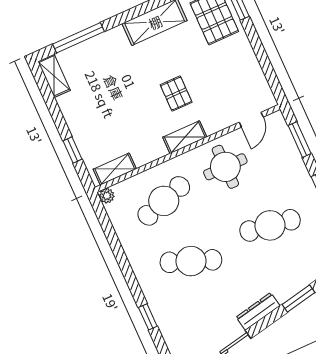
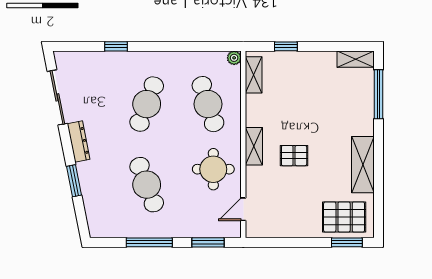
door: (251, 120) -> (243, 209), hinge flipped
cafe table: (270, 225) -> (147, 185), turned -30

